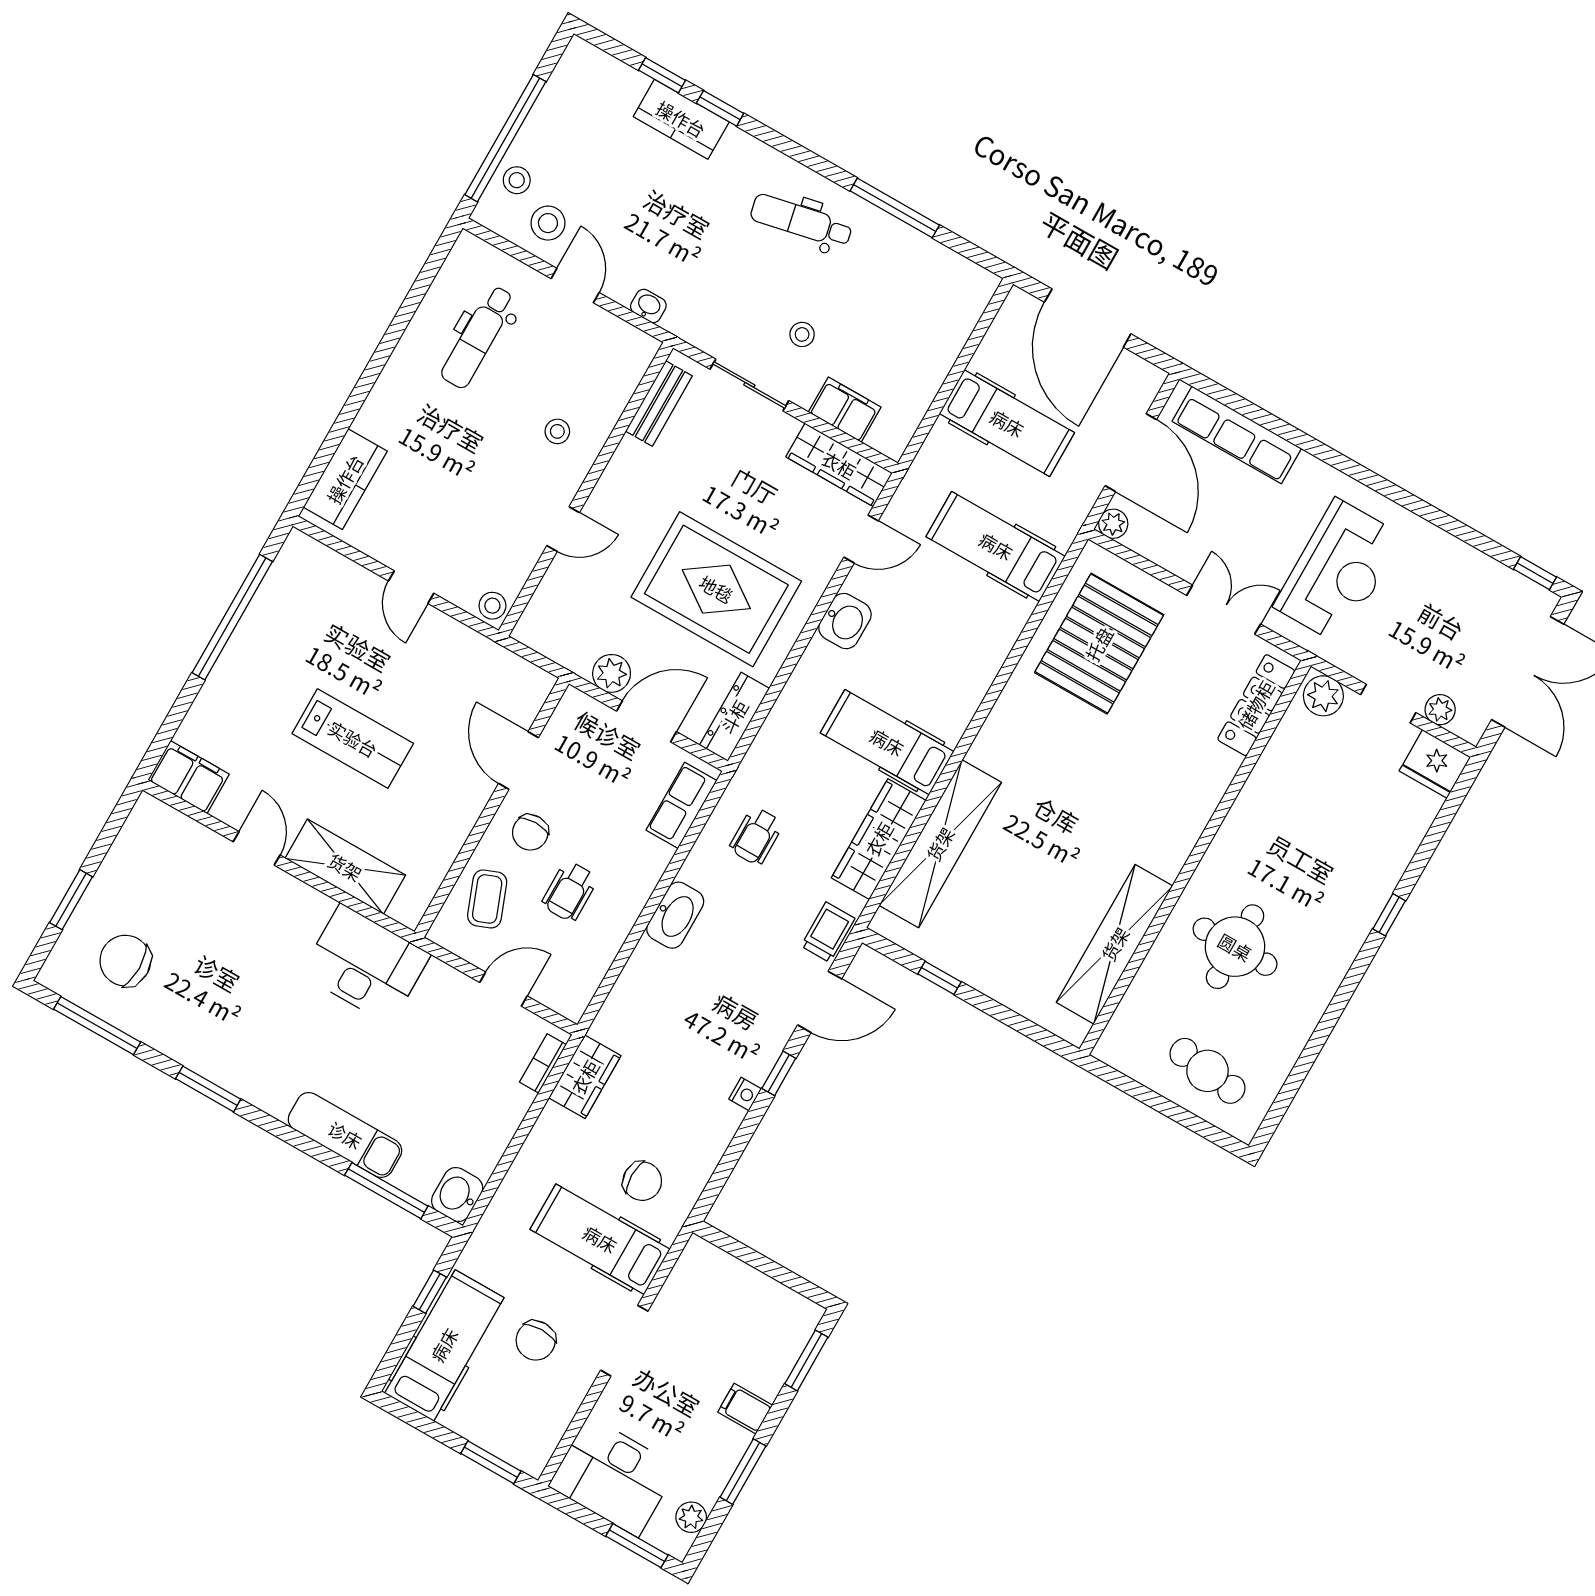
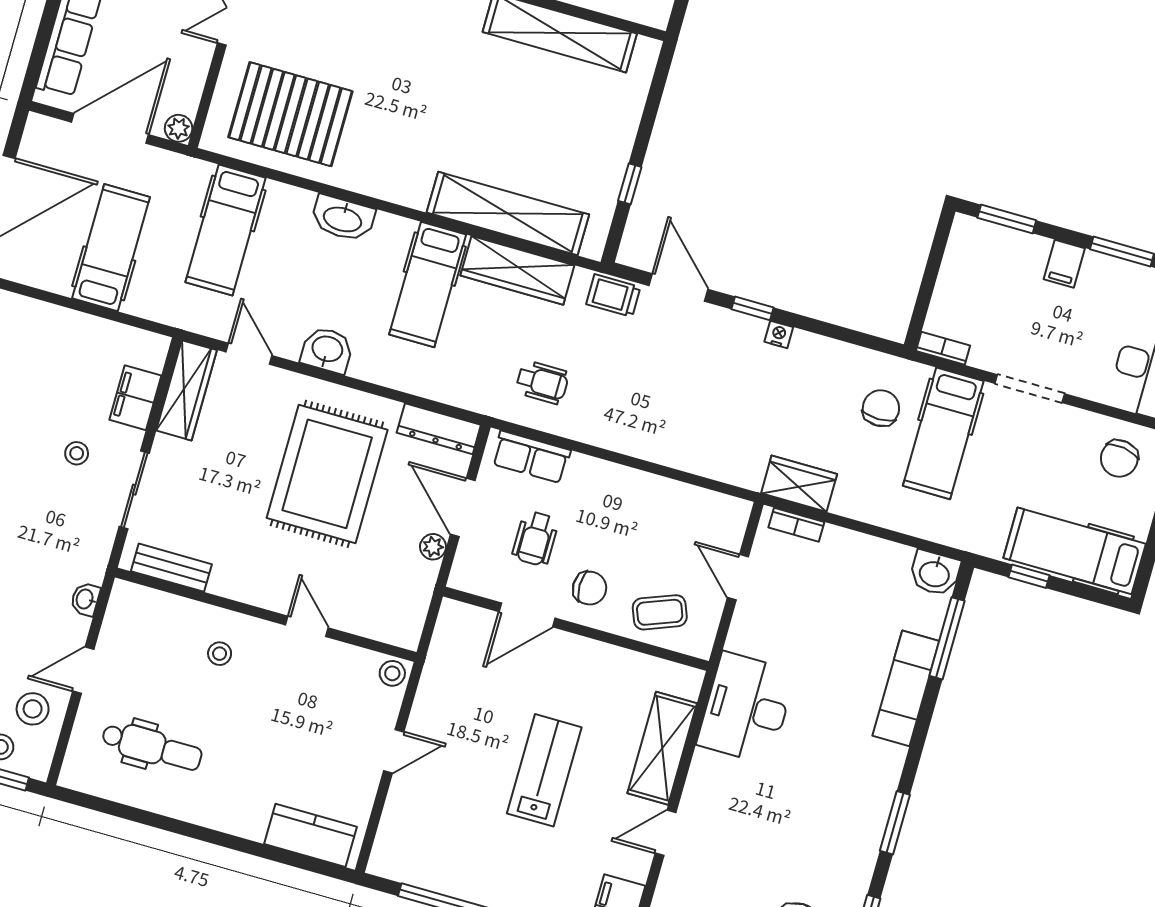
plant: (612, 673) -> (433, 547), width x0.73, depth x0.73
wheelchair: (570, 891) -> (535, 539), moved, turned 90
washbasin: (675, 915) -> (343, 218), moved, turned 180
bookcase: (688, 1261) -> (943, 348), added
chair: (536, 1340) -> (1119, 459), moved, turned 99

